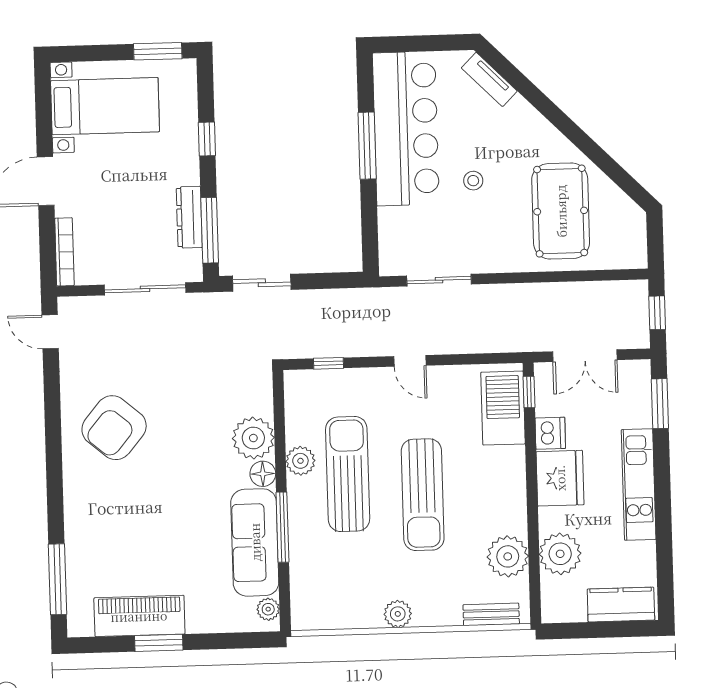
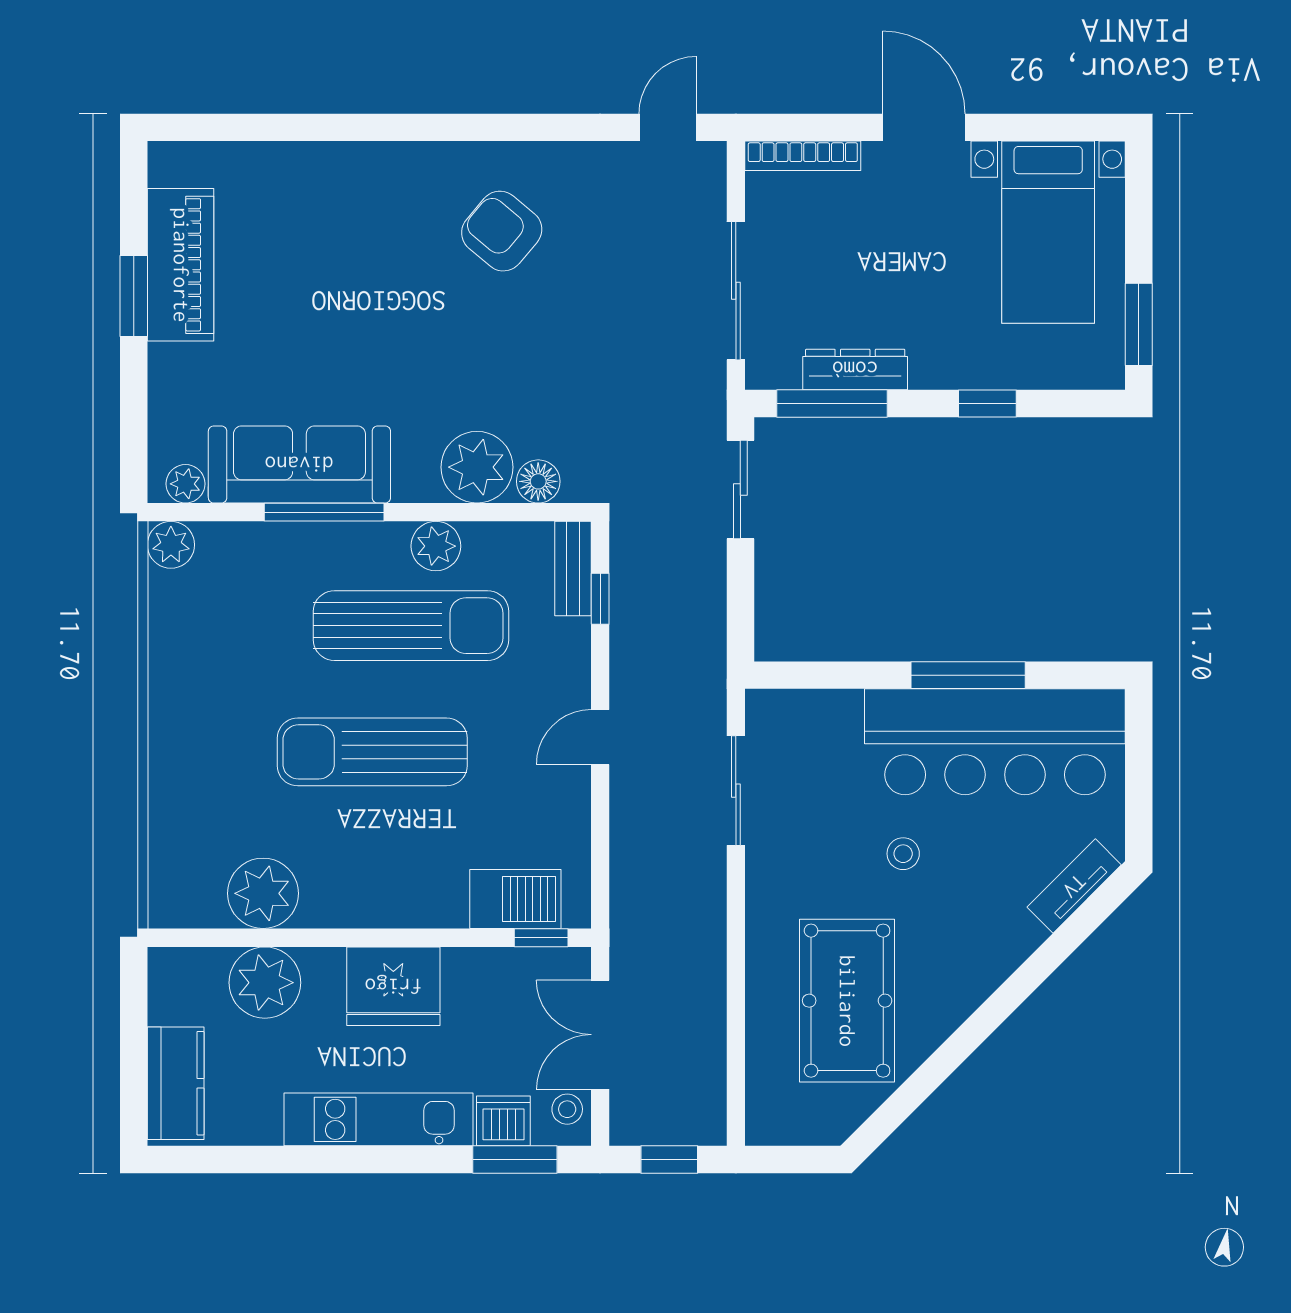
pool table: (561, 211) -> (847, 1001), turned 90
stool: (629, 374) -> (567, 1109), added
barbecue: (503, 408) -> (515, 899), width x0.73, depth x0.83
armchair: (114, 428) -> (502, 231), width x0.73, depth x0.73
dishwasher: (550, 433) -> (503, 1121), moved, turned 180
floor lamp: (263, 474) -> (538, 481), moved
window: (57, 579) -> (247, 127), removed
plant: (398, 614) -> (171, 545), moved
bench: (491, 614) -> (573, 569), moved

